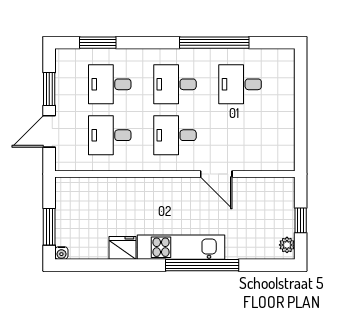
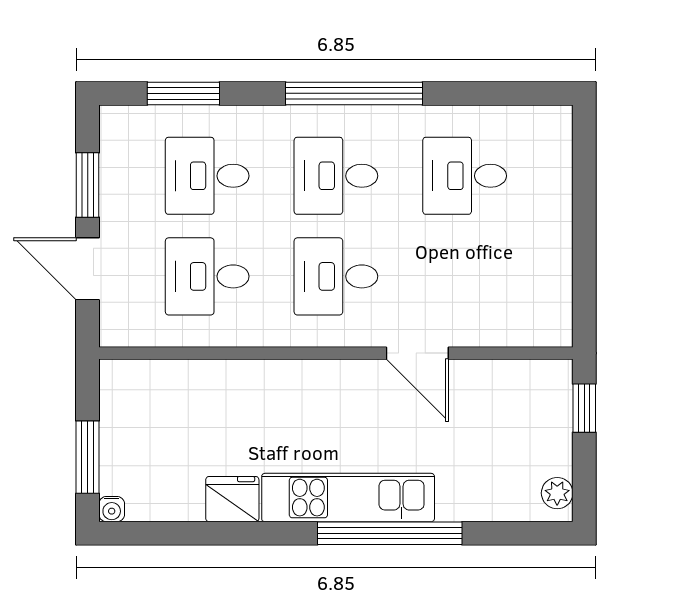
window: (214, 43) -> (354, 93), moved
door: (49, 131) -> (88, 269), hinge flipped
window: (301, 220) -> (584, 408), moved

